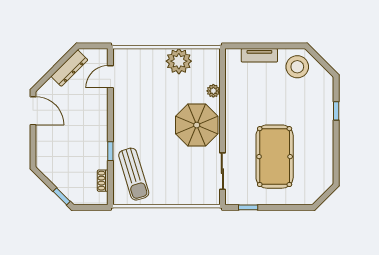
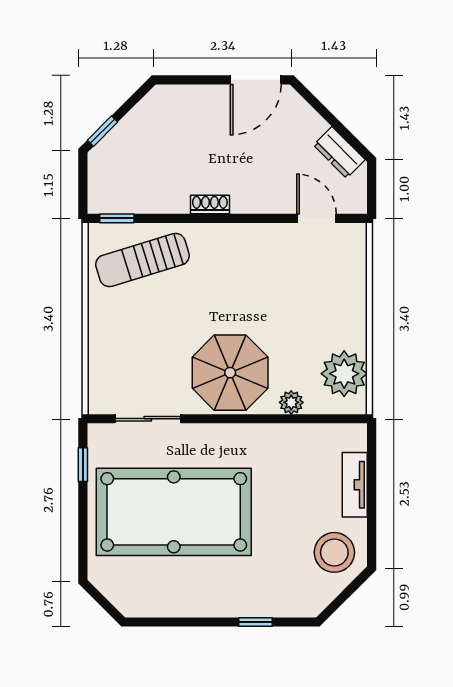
plant: (179, 61) -> (344, 374), moved
dresser: (69, 68) -> (339, 152), width x0.70
window: (110, 151) -> (117, 218), moved
pool table: (275, 157) -> (174, 512), width x1.36, depth x1.32
shoe rack: (103, 181) -> (210, 205), moved

